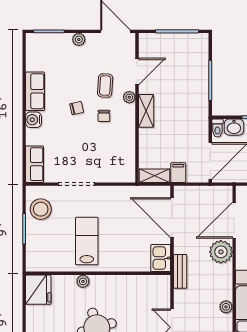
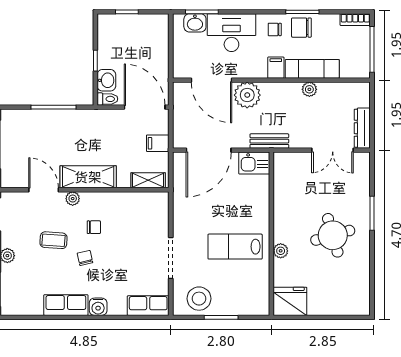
coffee table: (105, 86) -> (53, 240), moved
shelving: (146, 111) -> (88, 177), width x1.50, depth x1.33
shelving: (154, 176) -> (148, 180), moved, turned 90

